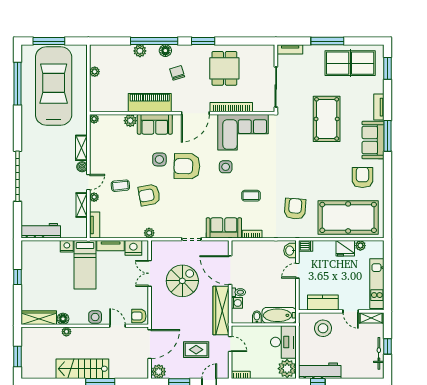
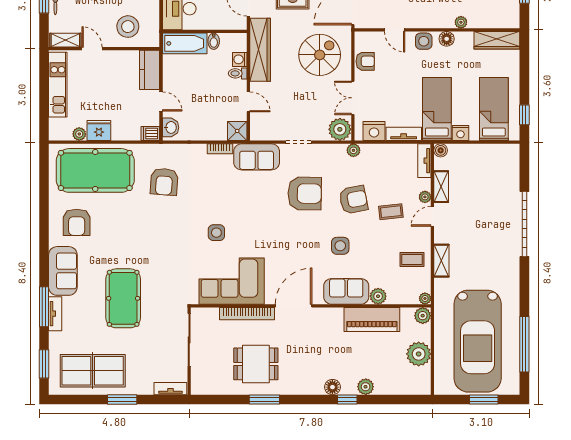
window: (49, 41) -> (484, 399), width x0.69
window: (154, 41) -> (347, 399), width x0.32
window: (203, 41) -> (264, 399), moved
window: (327, 41) -> (122, 399), width x0.69
dining table: (224, 68) -> (256, 364), turned 90
plant: (95, 72) -> (419, 354), width x1.88, depth x1.88
chair: (177, 73) -> (317, 358), removed
piano: (150, 103) -> (372, 320), moved
plant: (96, 106) -> (423, 316), added
window: (388, 136) -> (44, 307), moved
armchair: (187, 166) -> (305, 194), moved
boiler: (82, 167) -> (441, 150), moved
side table: (226, 167) -> (216, 233), moved
coffee table: (251, 196) -> (412, 259), moved
workbench: (41, 231) -> (494, 153), removed
shower: (239, 248) -> (237, 131), added
plant: (160, 249) -> (340, 129), added
bed: (41, 265) -> (494, 109), added
door: (230, 270) -> (248, 102), width x0.53
door: (297, 271) -> (161, 101), hinge flipped
double door: (150, 273) -> (353, 98), swing flipped
window: (18, 277) -> (524, 115), moved
spiral stairs: (182, 281) -> (320, 55), moved, turned 180
kitchen counter: (323, 303) -> (150, 70), moved, turned 90
armchair: (139, 316) -> (365, 61), moved
floor lamp: (63, 319) -> (447, 39), moved

